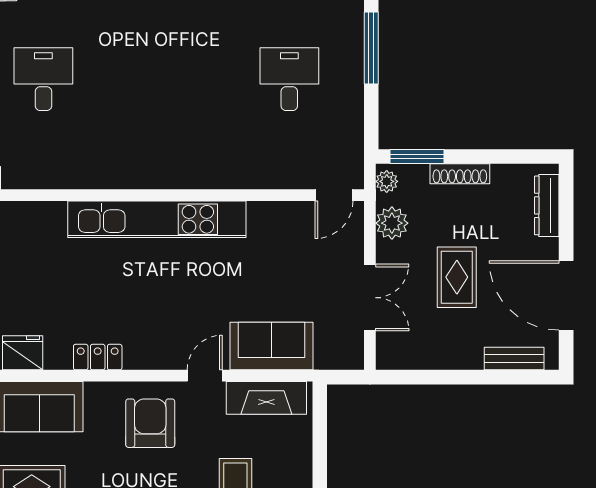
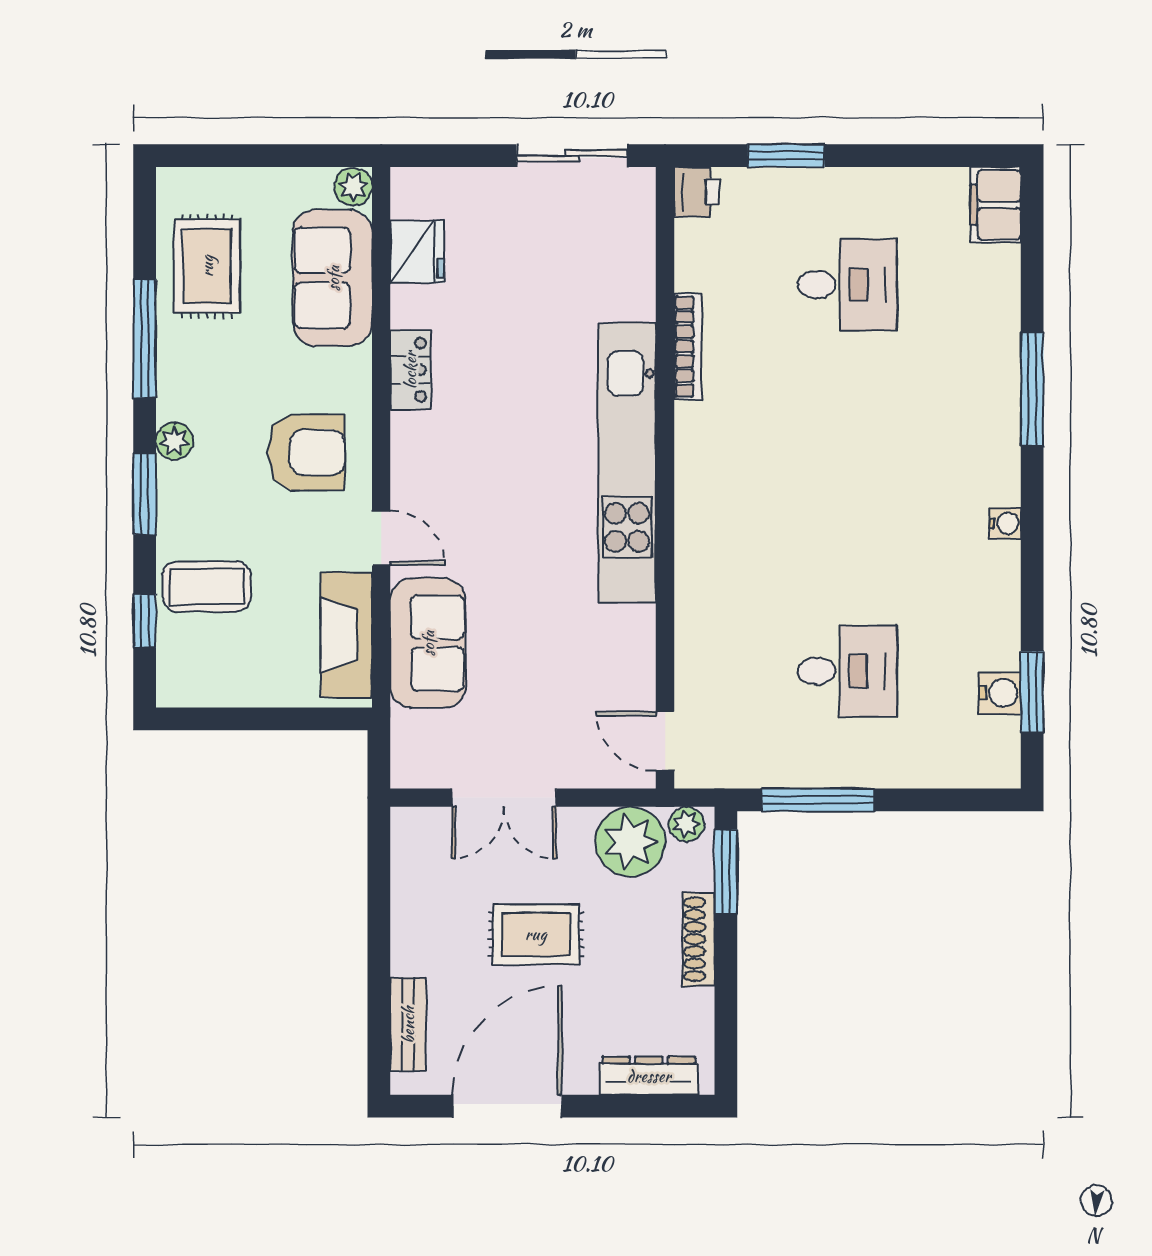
window: (371, 48) -> (818, 800), moved
bookcase: (83, 181) -> (688, 347), added
plant: (392, 223) -> (630, 842), width x1.36, depth x1.36

